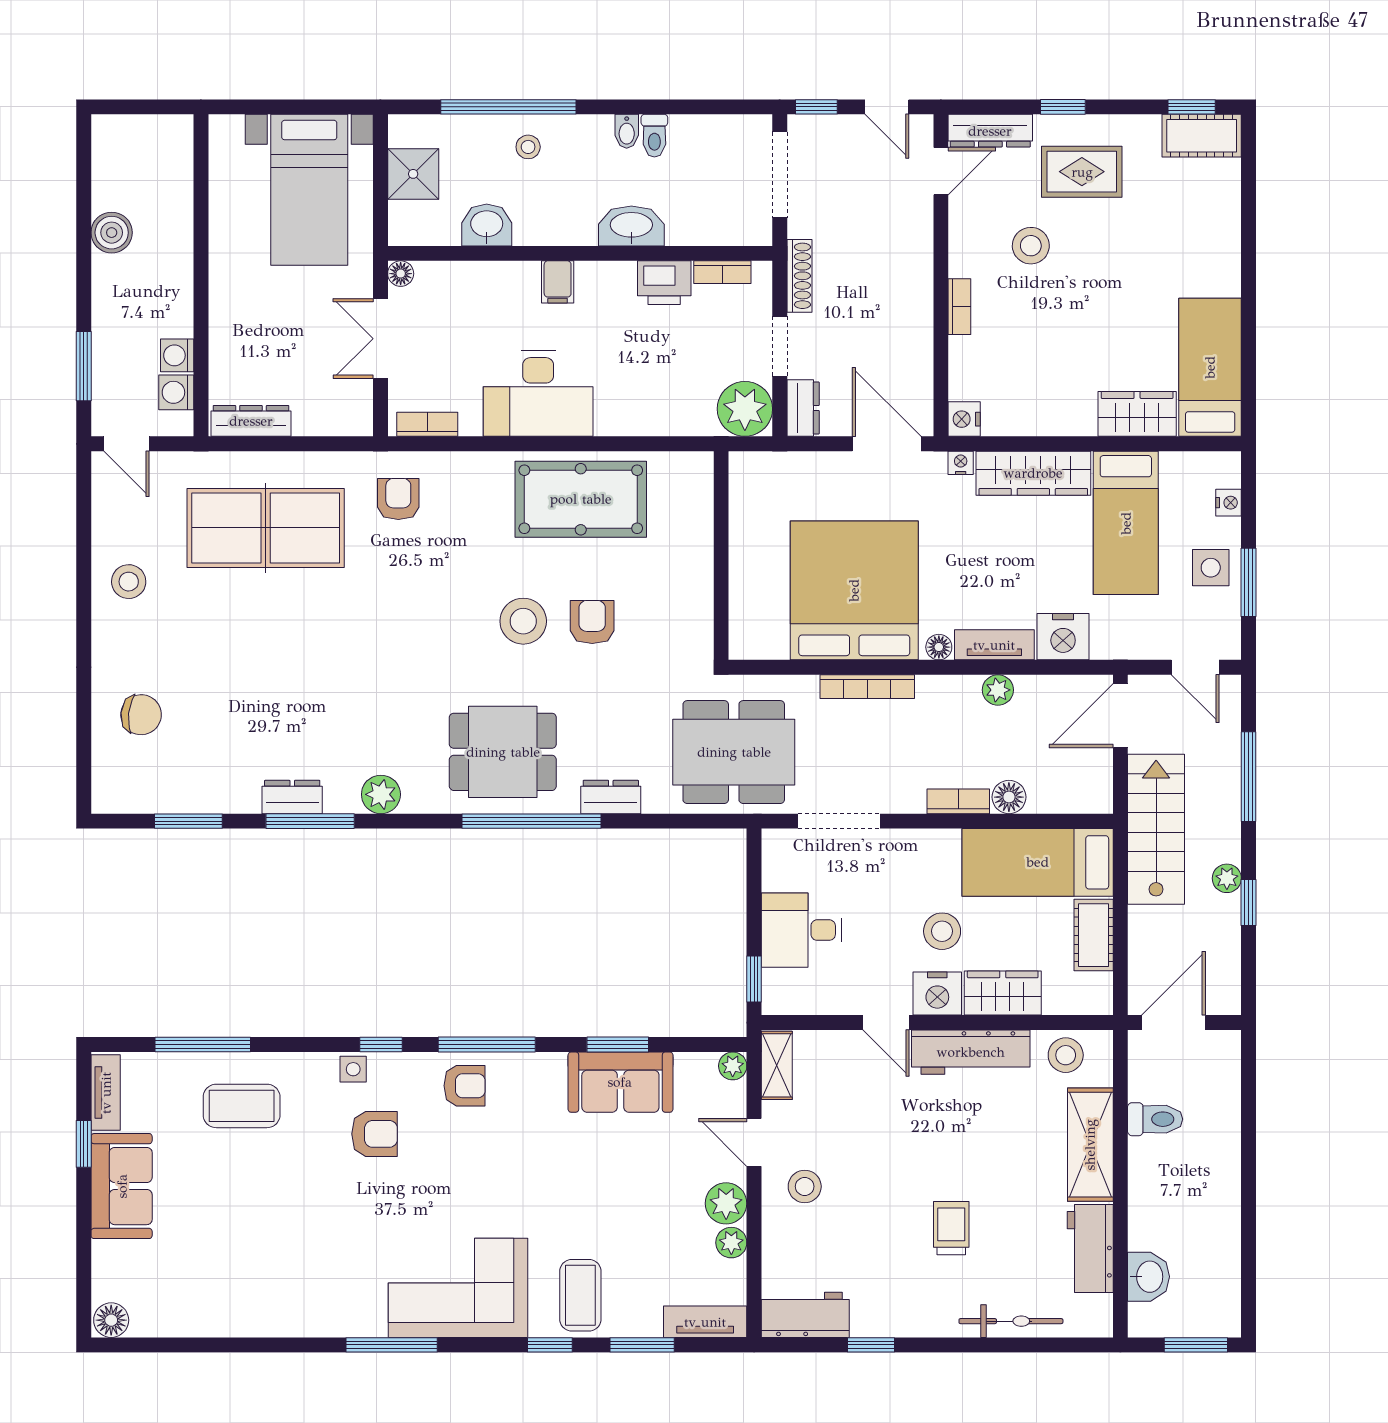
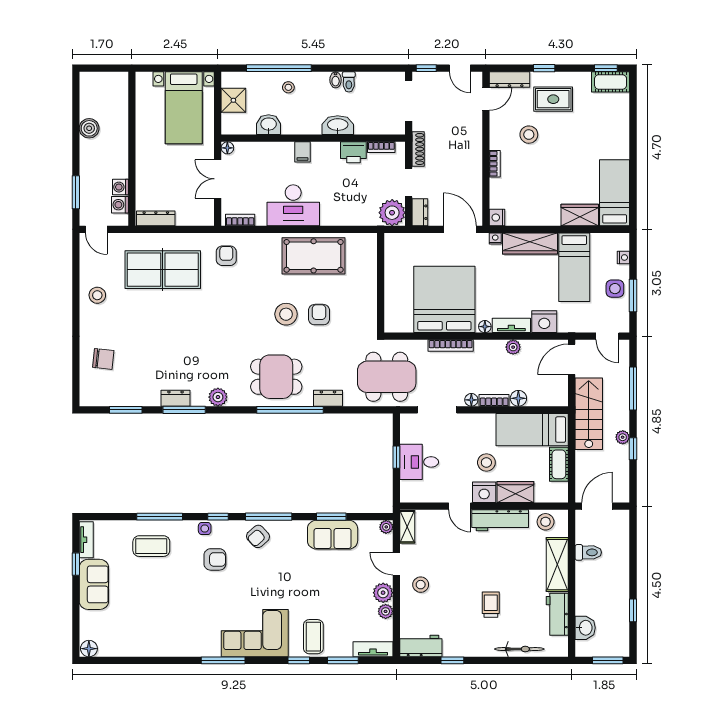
floor lamp: (911, 800) -> (471, 400), added
window: (754, 979) -> (396, 457), moved
window: (203, 1045) -> (160, 517), moved
armchair: (465, 1086) -> (258, 536), turned 138
window: (1249, 1240) -> (633, 610), added

